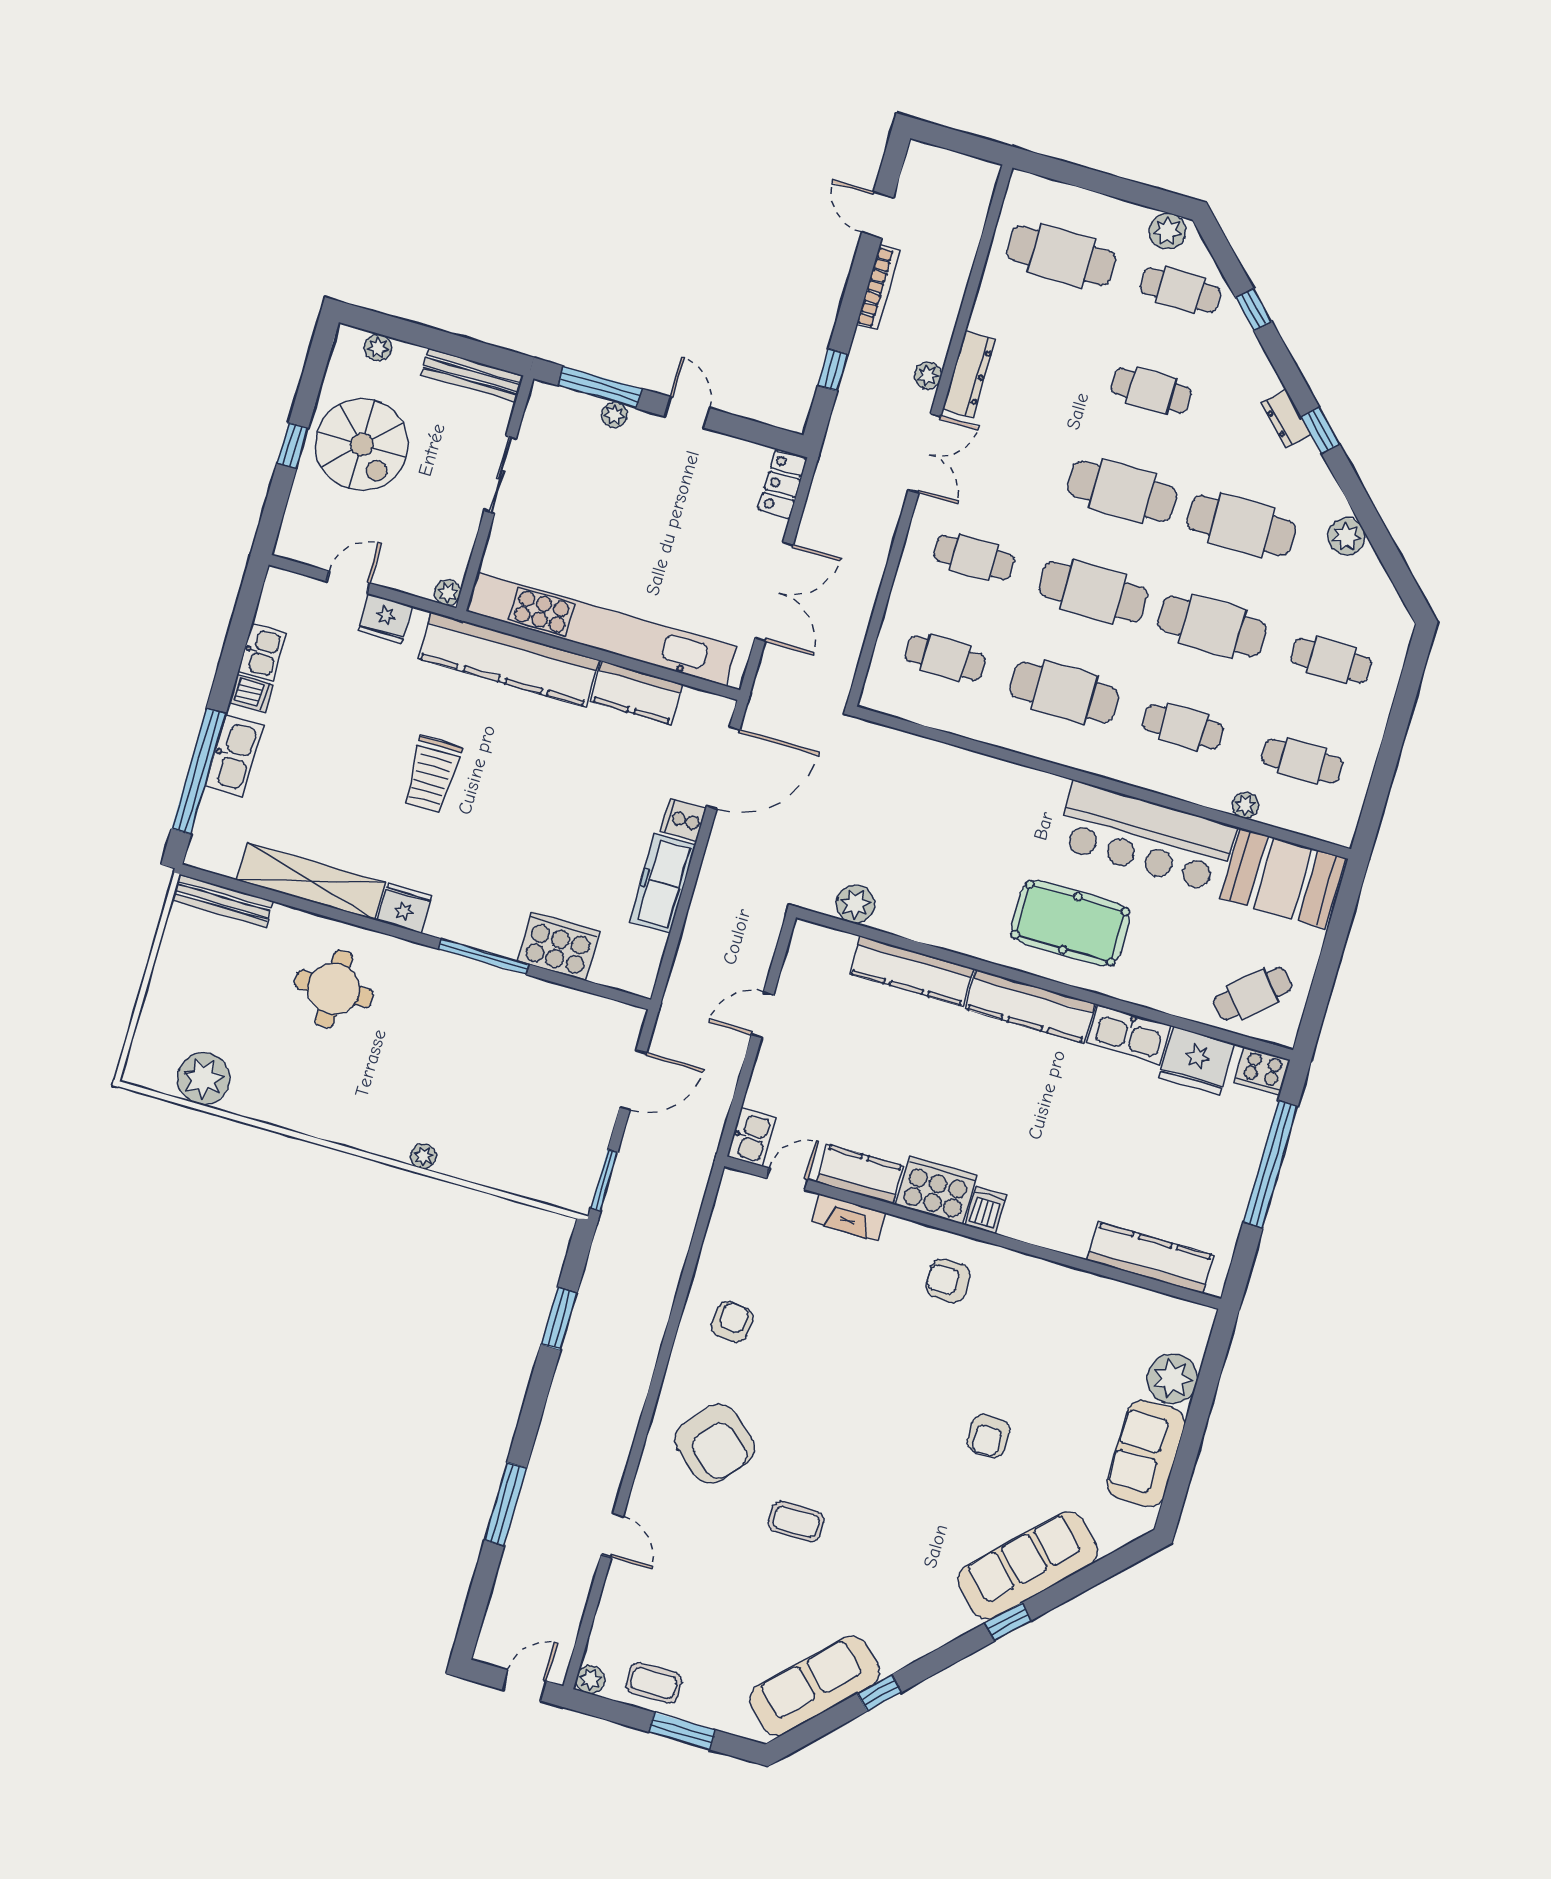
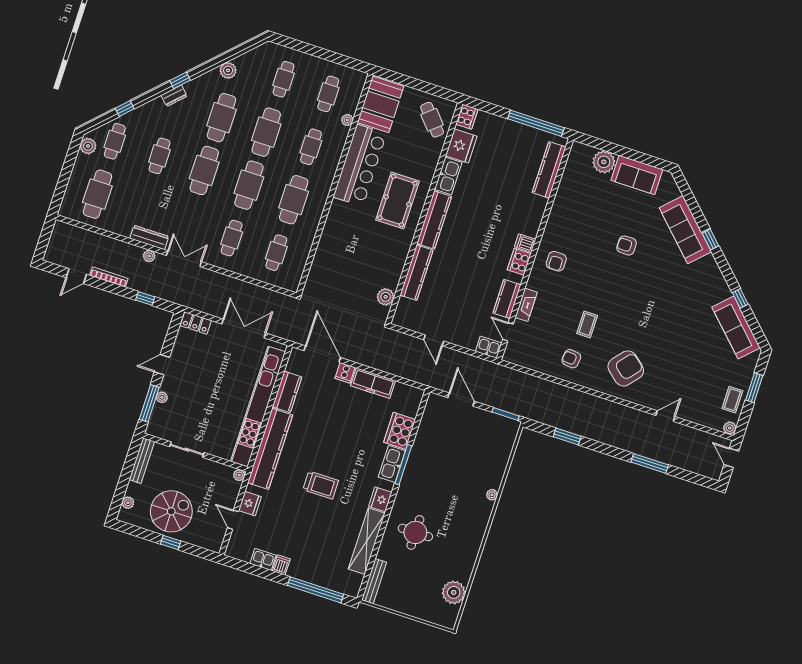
kitchen sink: (234, 756) -> (392, 464), moved, turned -90
window: (1271, 1164) -> (536, 123), moved
cooker: (936, 1190) -> (519, 262), width x0.73, depth x0.76
armchair: (988, 1436) -> (627, 245), turned 180
coffee table: (796, 1522) -> (587, 324), moved

